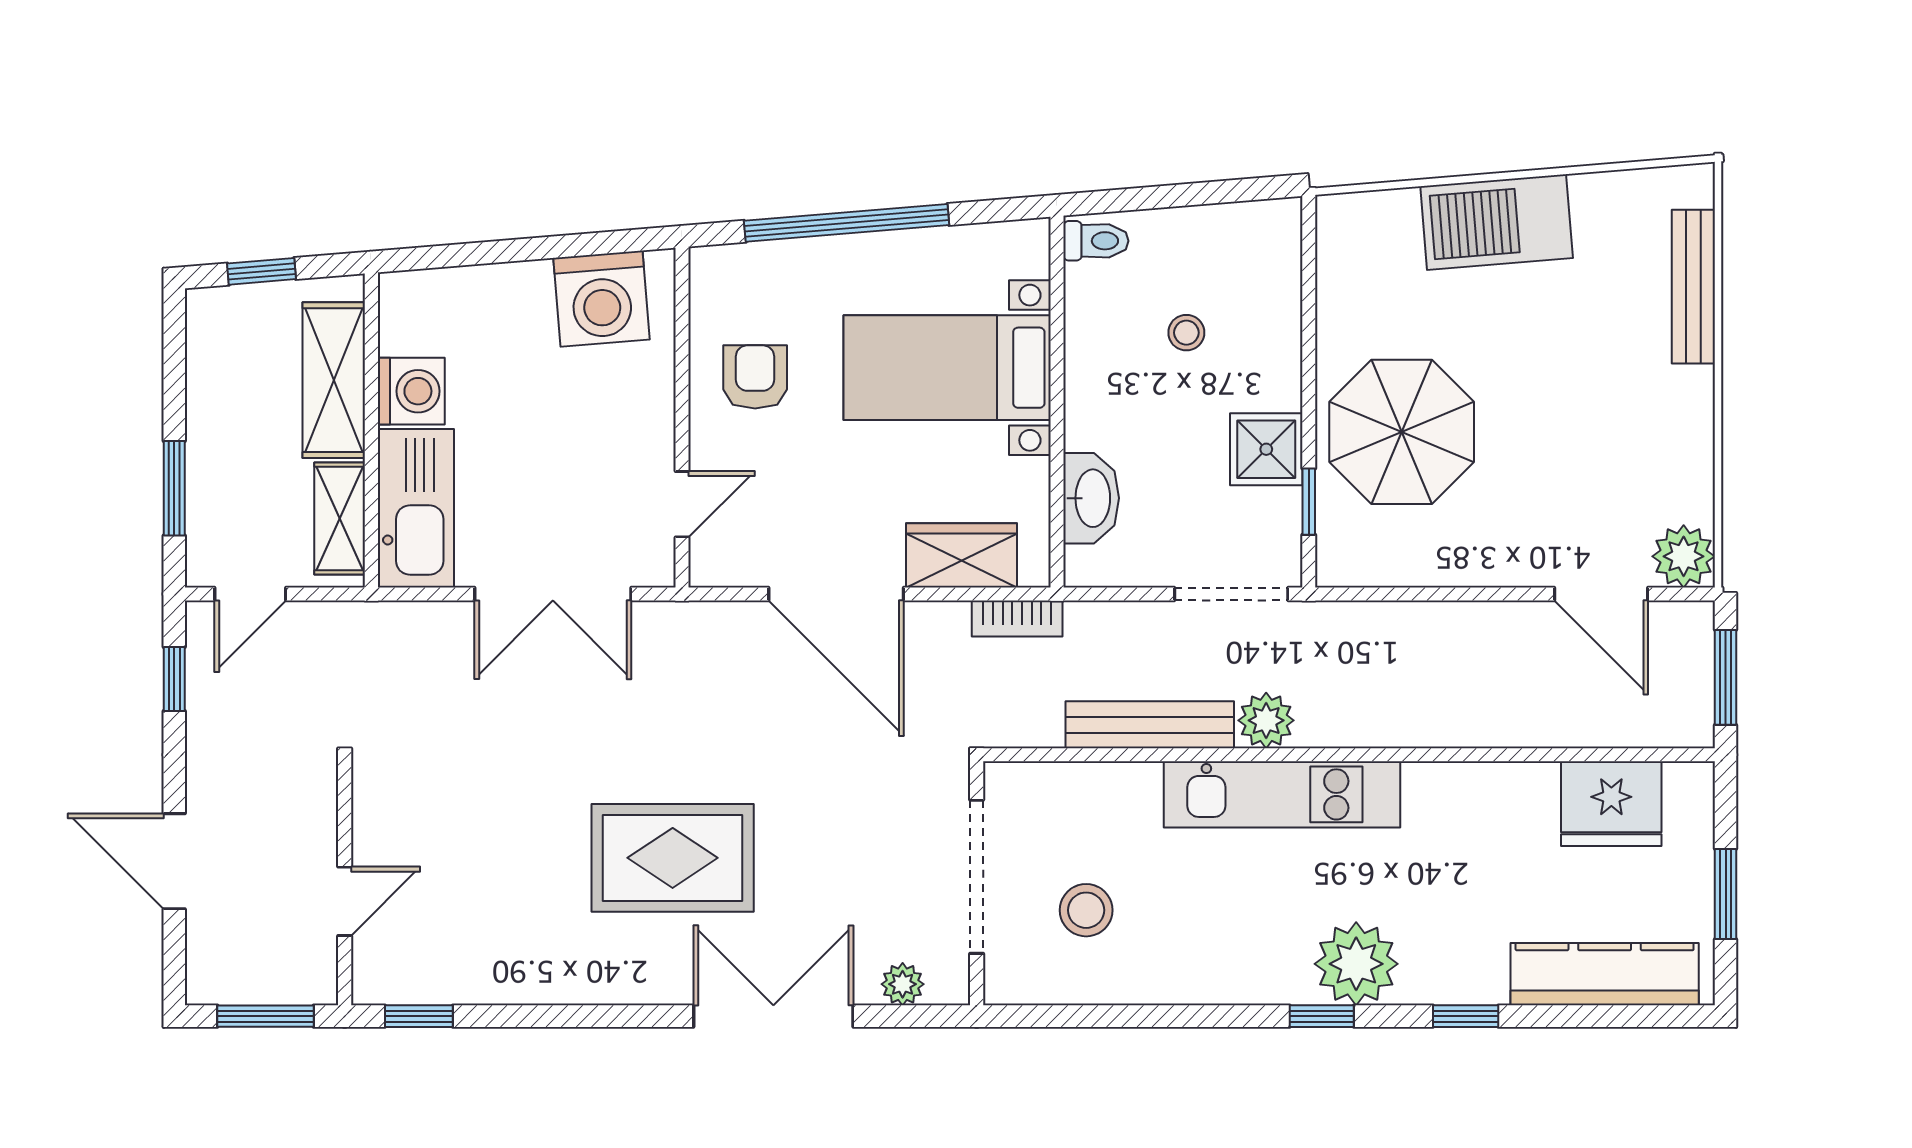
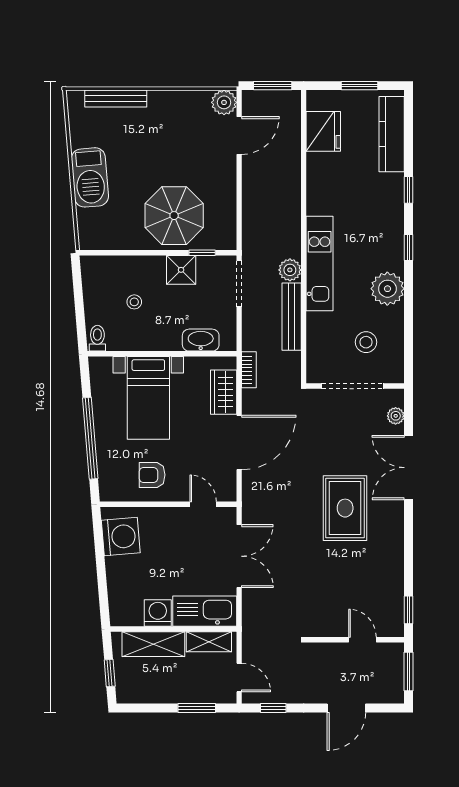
plant: (1356, 964) -> (387, 289), moved

